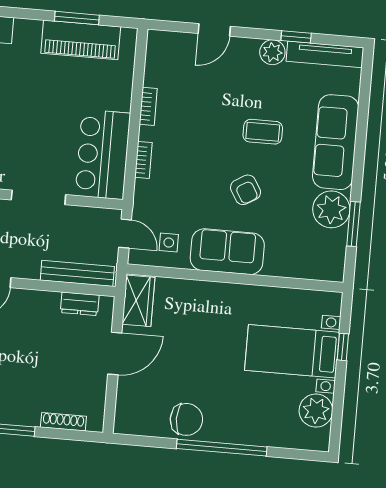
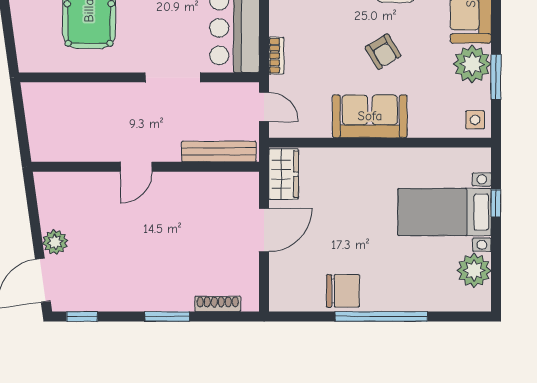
bookcase: (143, 160) -> (276, 56), moved
side table: (169, 243) -> (475, 120), moved
dresser: (80, 304) -> (224, 182), removed

